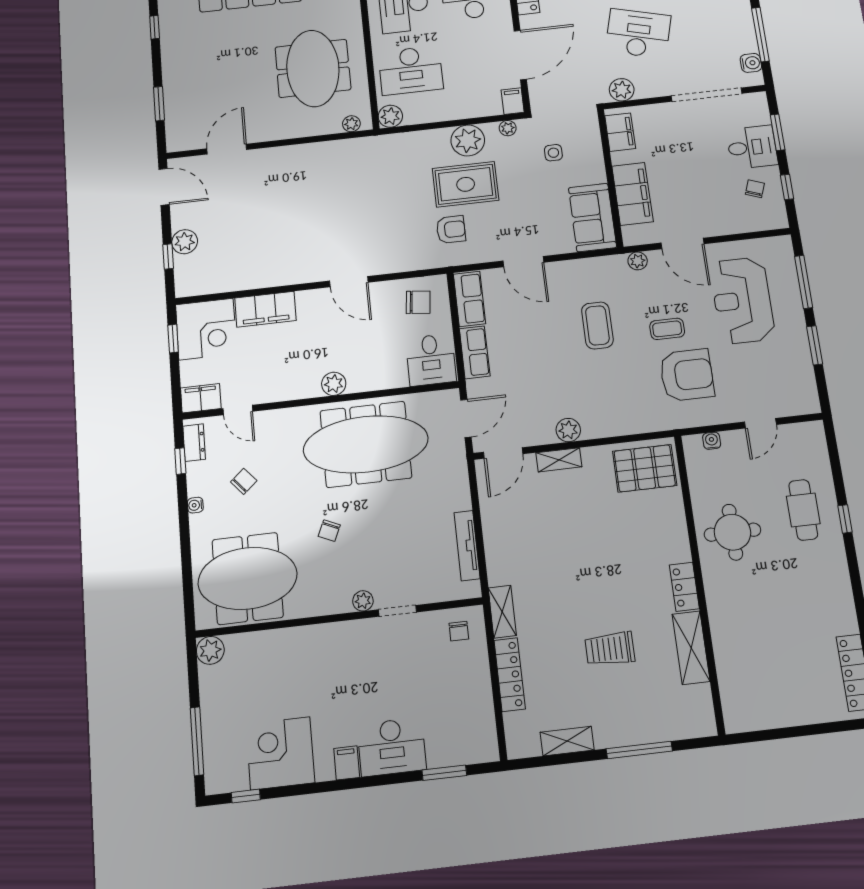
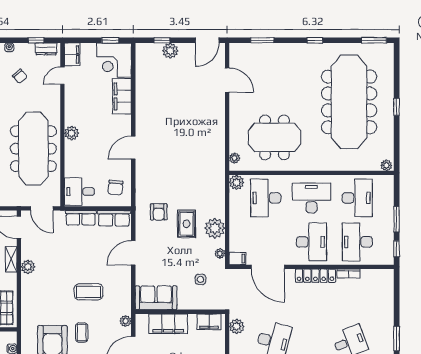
rug: (466, 184) -> (186, 224), width x0.73, depth x0.70

